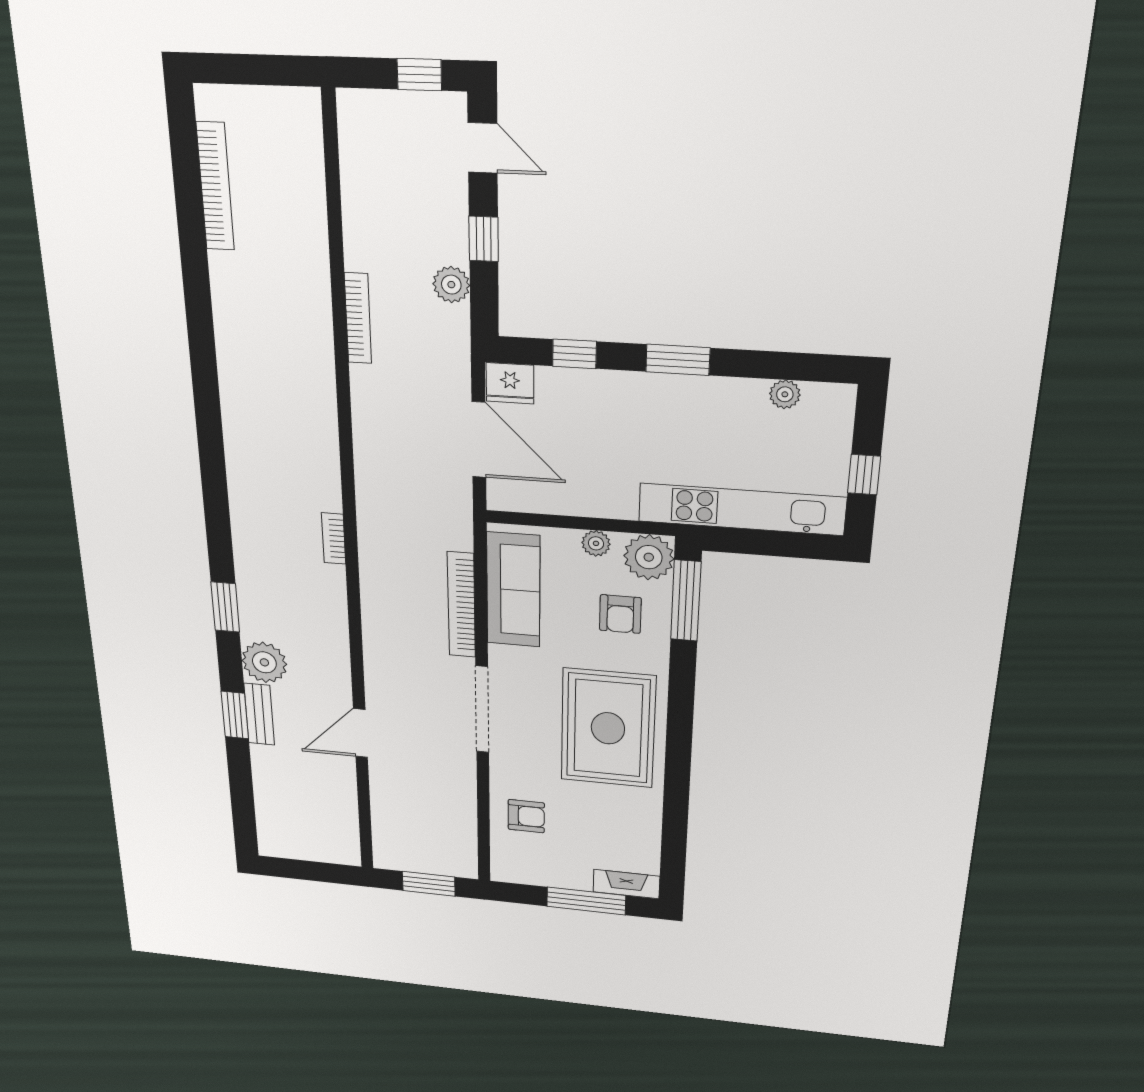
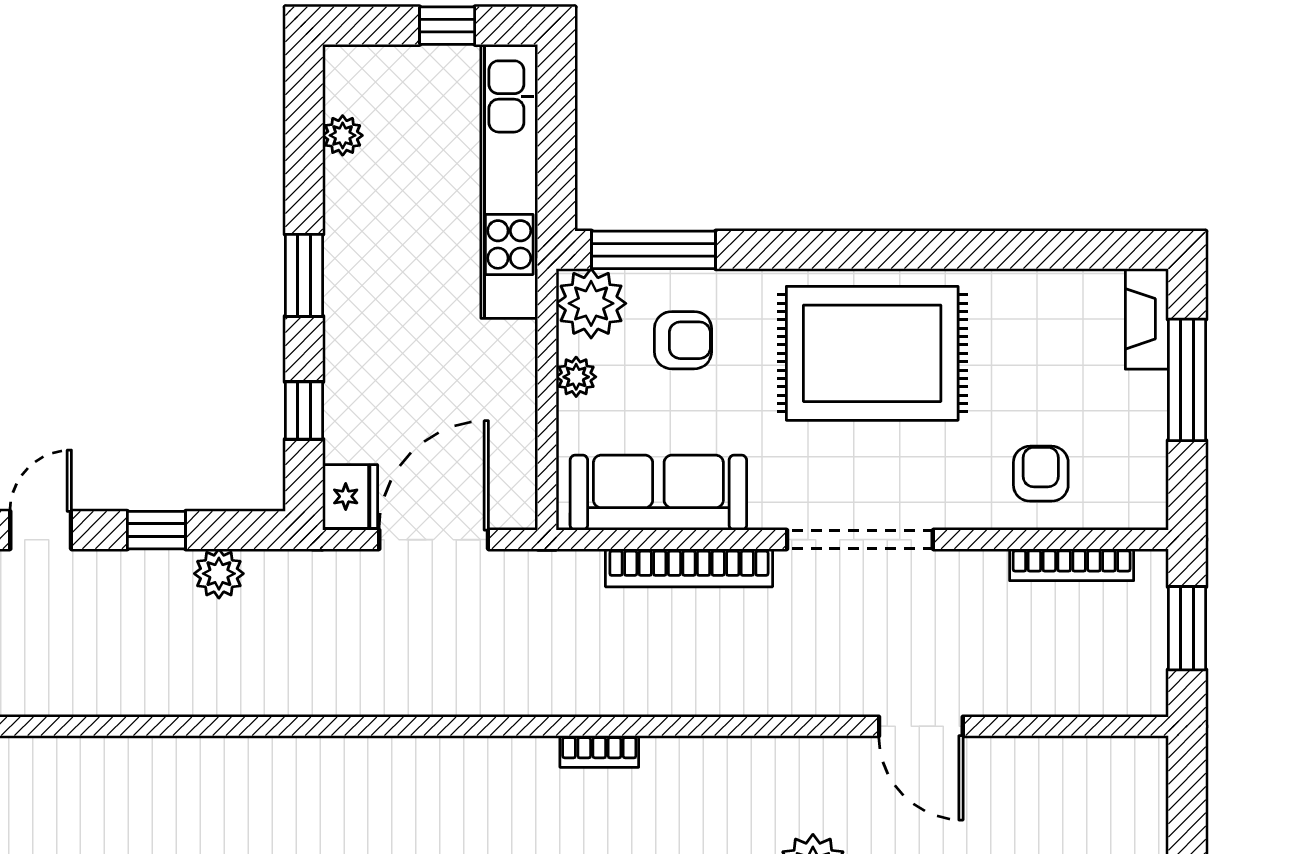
bookcase: (358, 318) -> (1072, 565), moved, turned 180

